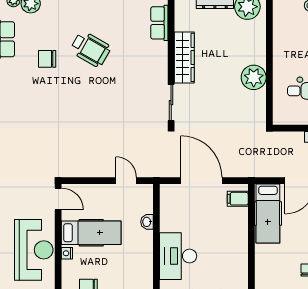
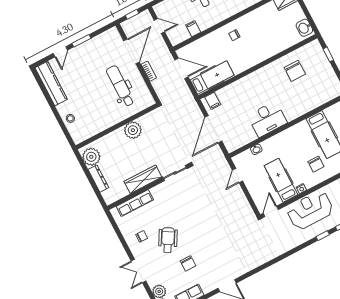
chair: (112, 18) -> (142, 236), added
row of seats: (159, 23) -> (135, 203), width x1.48

